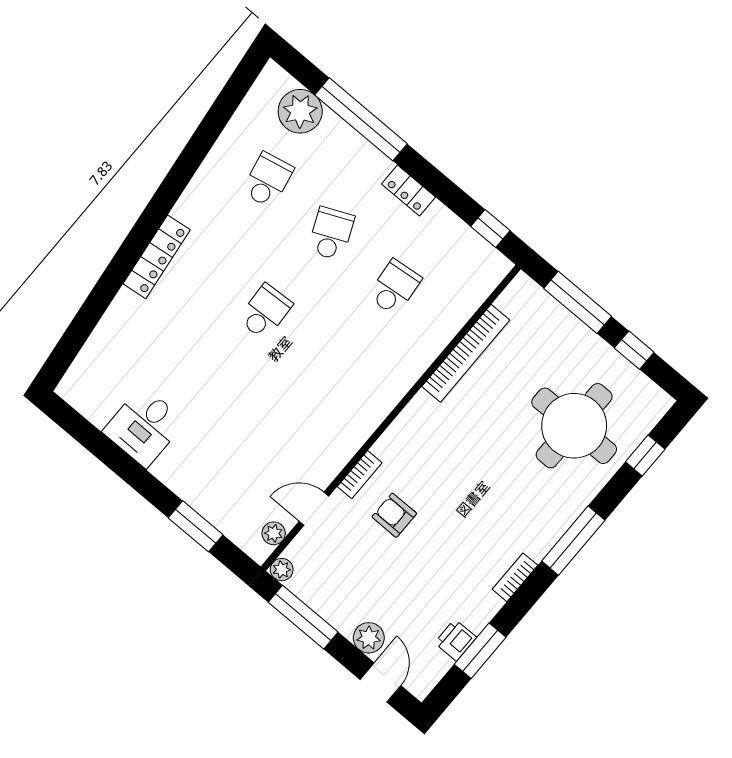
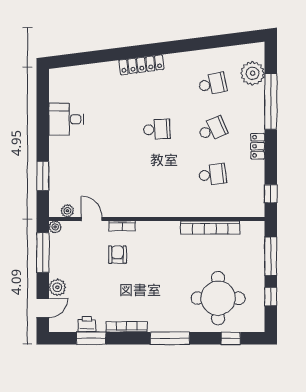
bookcase: (515, 577) -> (127, 327), width x1.56

